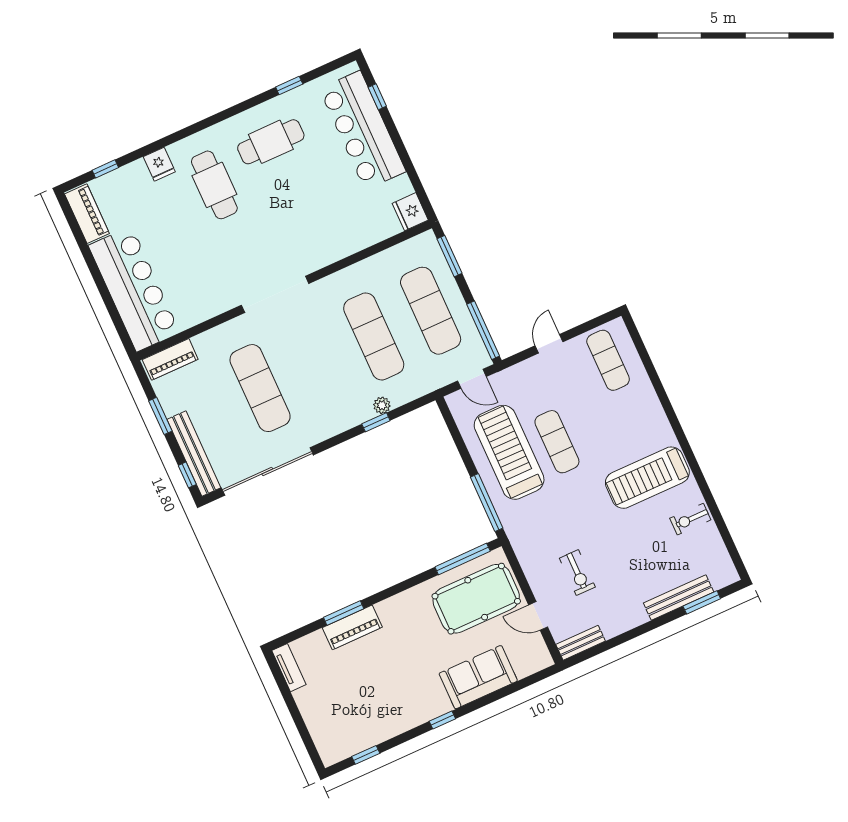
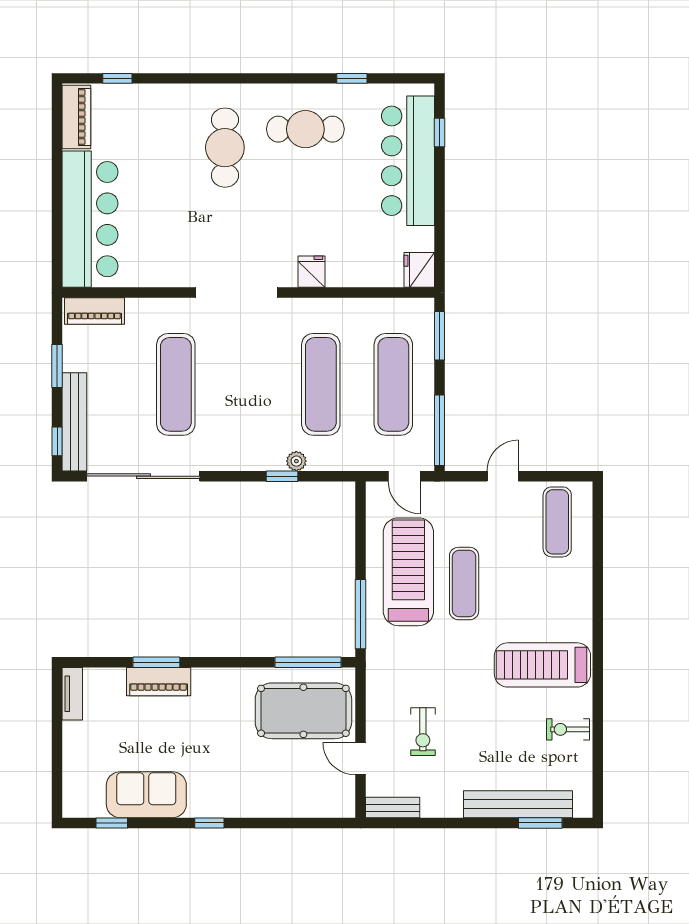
fridge: (159, 164) -> (312, 272), moved, turned 180
bench: (679, 598) -> (518, 804), width x1.37, depth x1.21
sofa: (478, 677) -> (146, 795), moved

